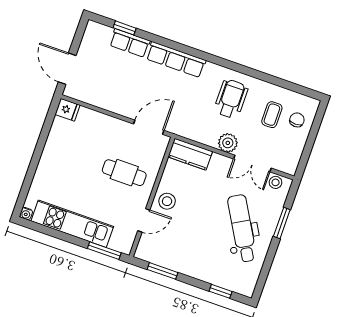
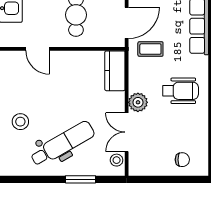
coffee table: (272, 115) -> (150, 49), moved
door: (149, 127) -> (127, 23), hinge flipped
stool: (167, 201) -> (20, 122), moved

